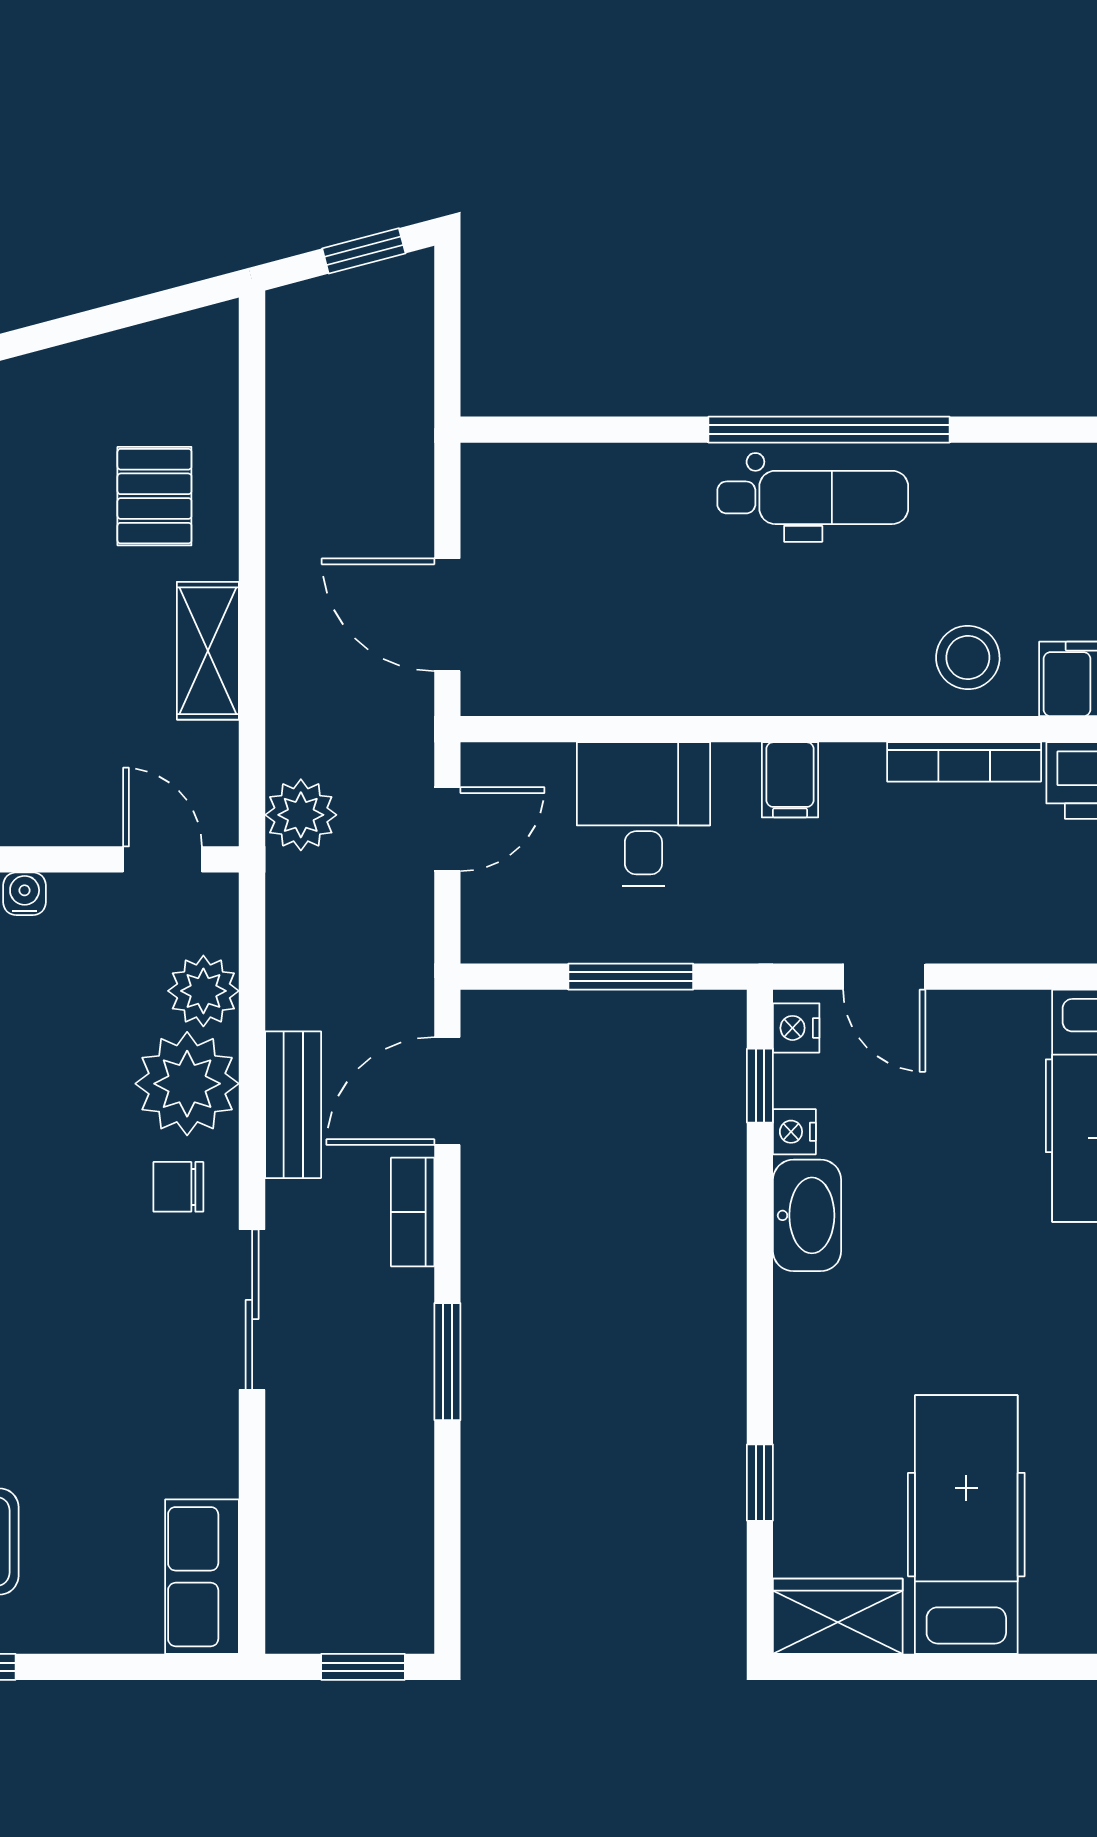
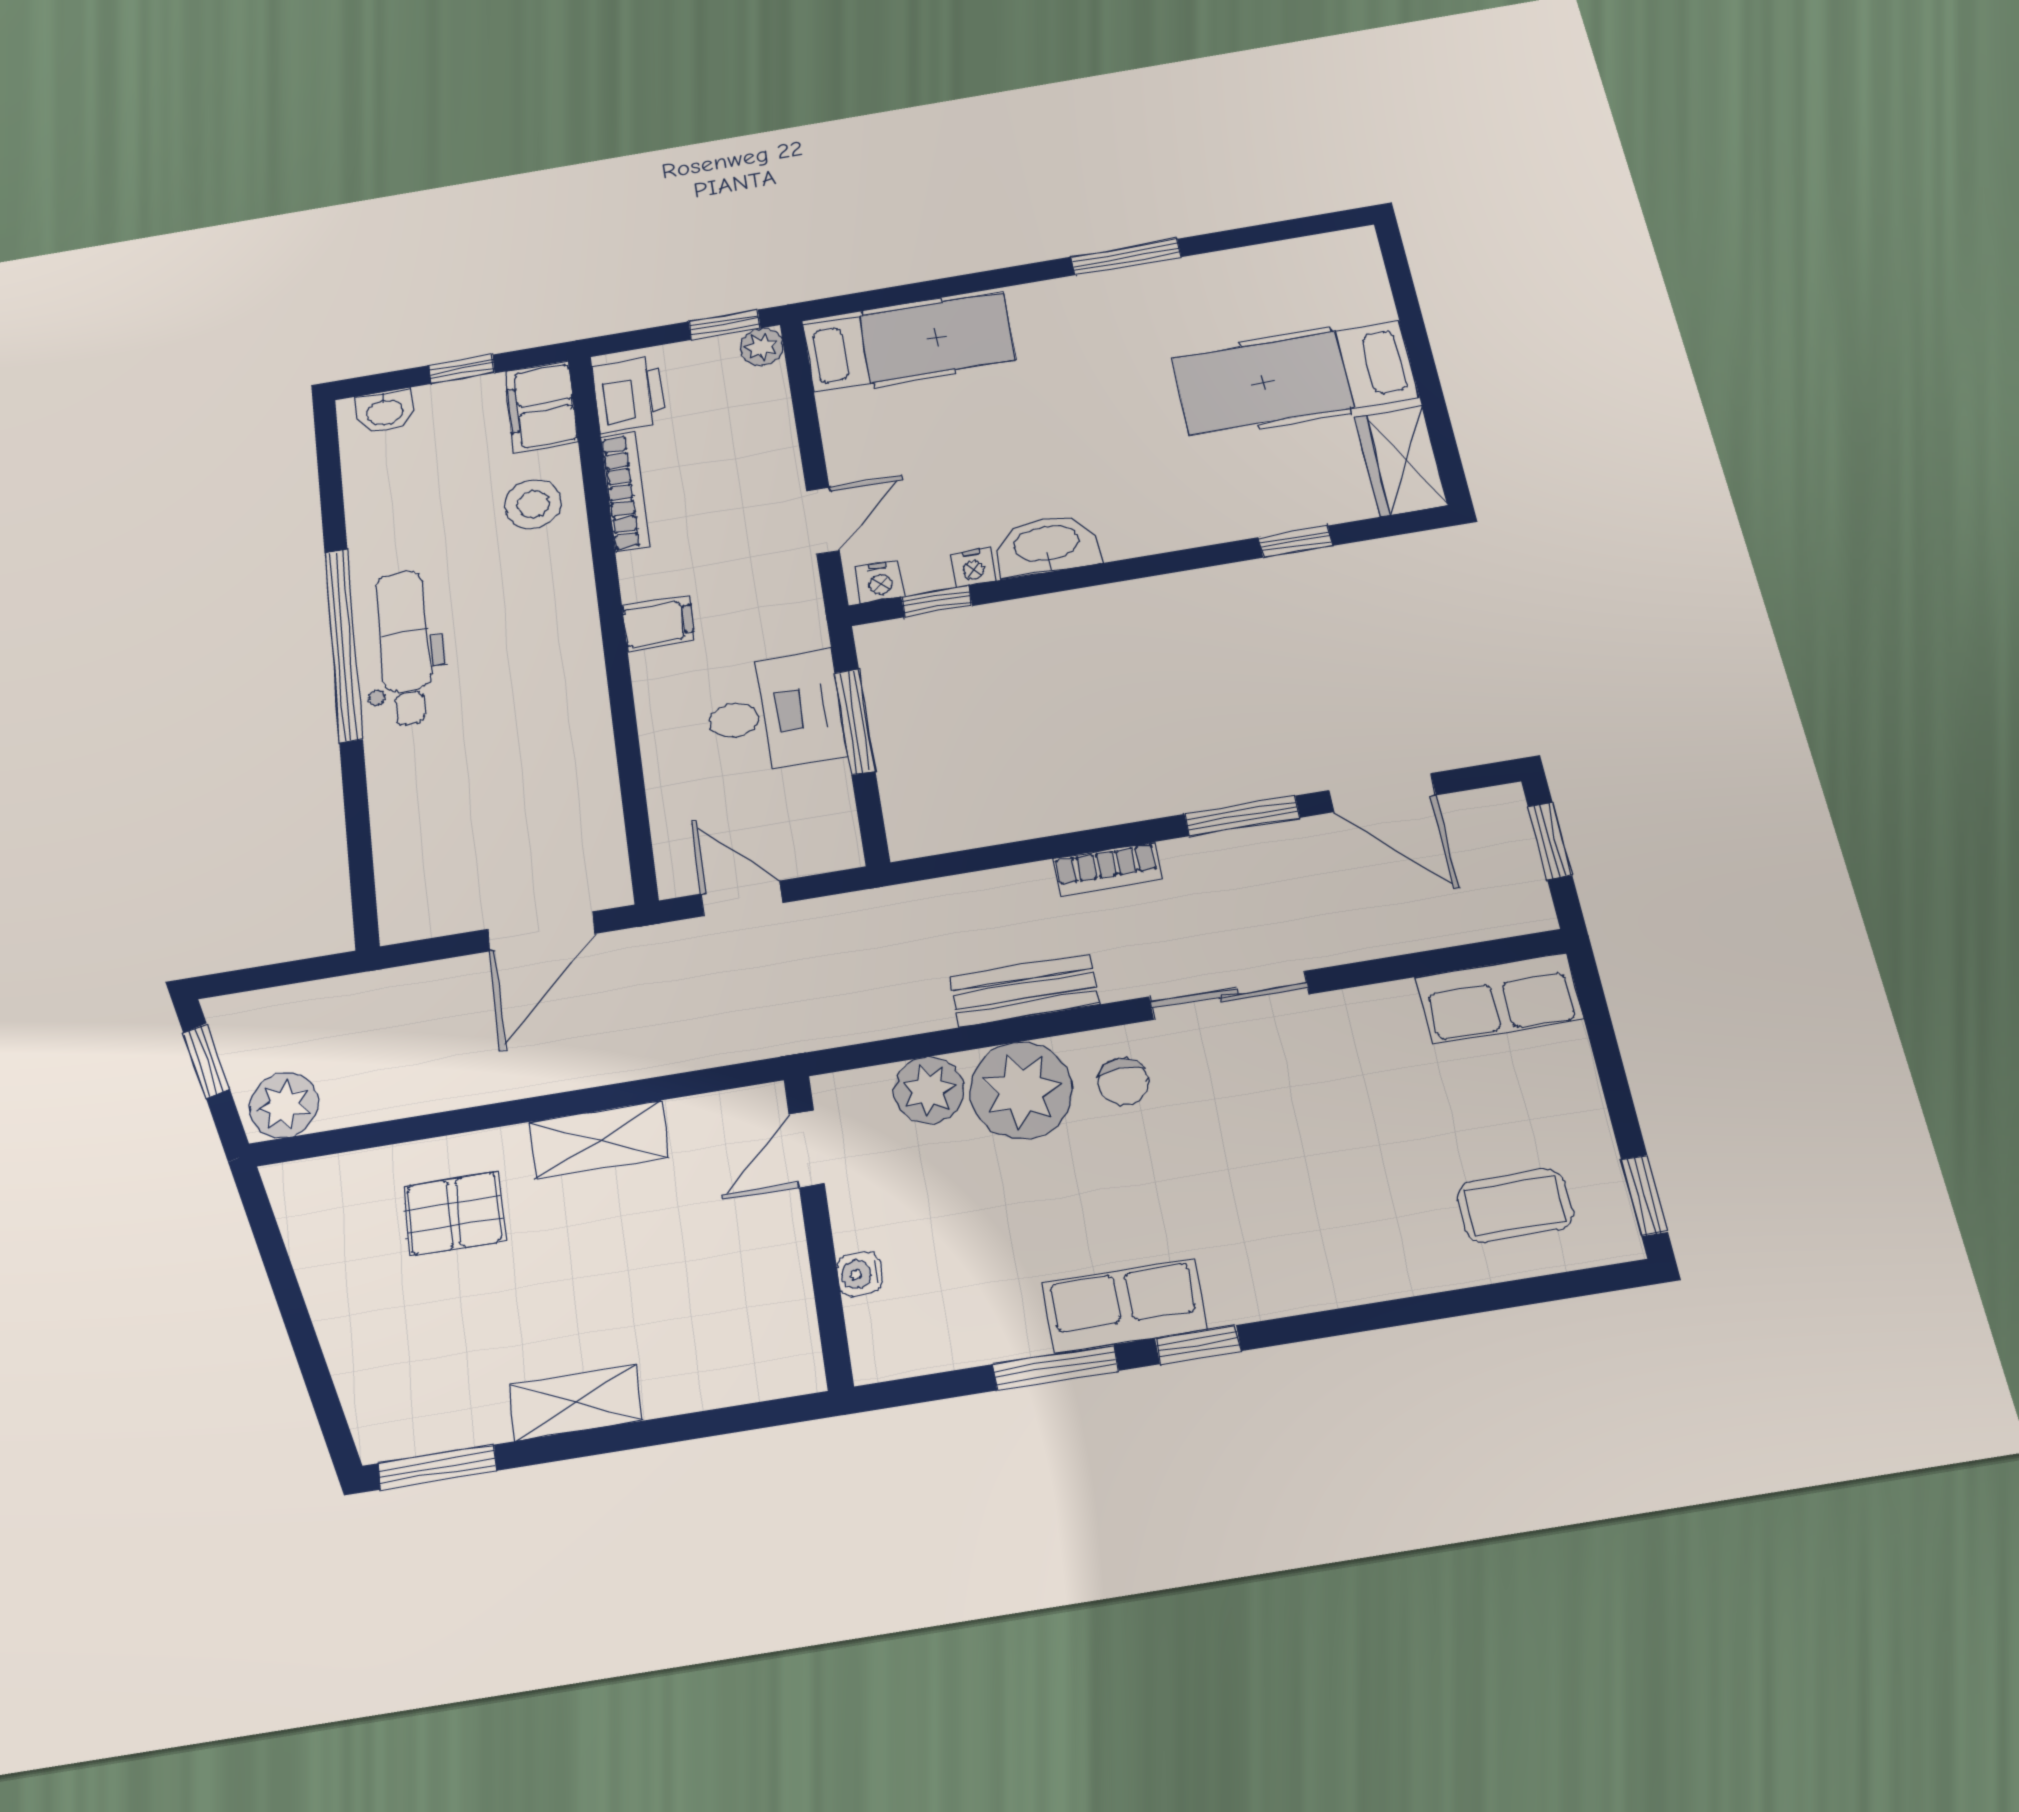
desk: (643, 814) -> (774, 713), moved, turned 180
plant: (301, 815) -> (284, 1105), moved
door: (447, 1091) -> (1382, 793), moved

